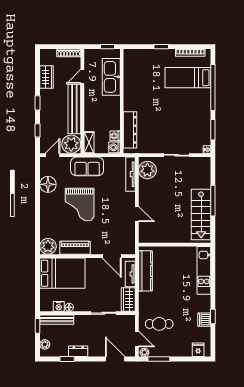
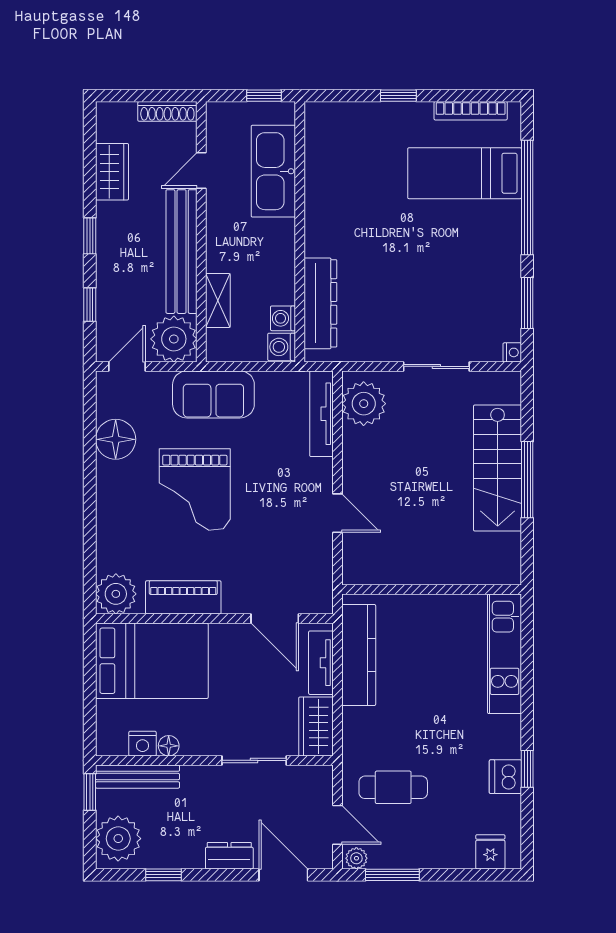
shelving: (89, 143) -> (218, 300), moved
stairs: (201, 214) -> (498, 468), moved
plant: (45, 344) -> (118, 839), width x1.87, depth x1.87
dresser: (78, 351) -> (229, 856), moved

